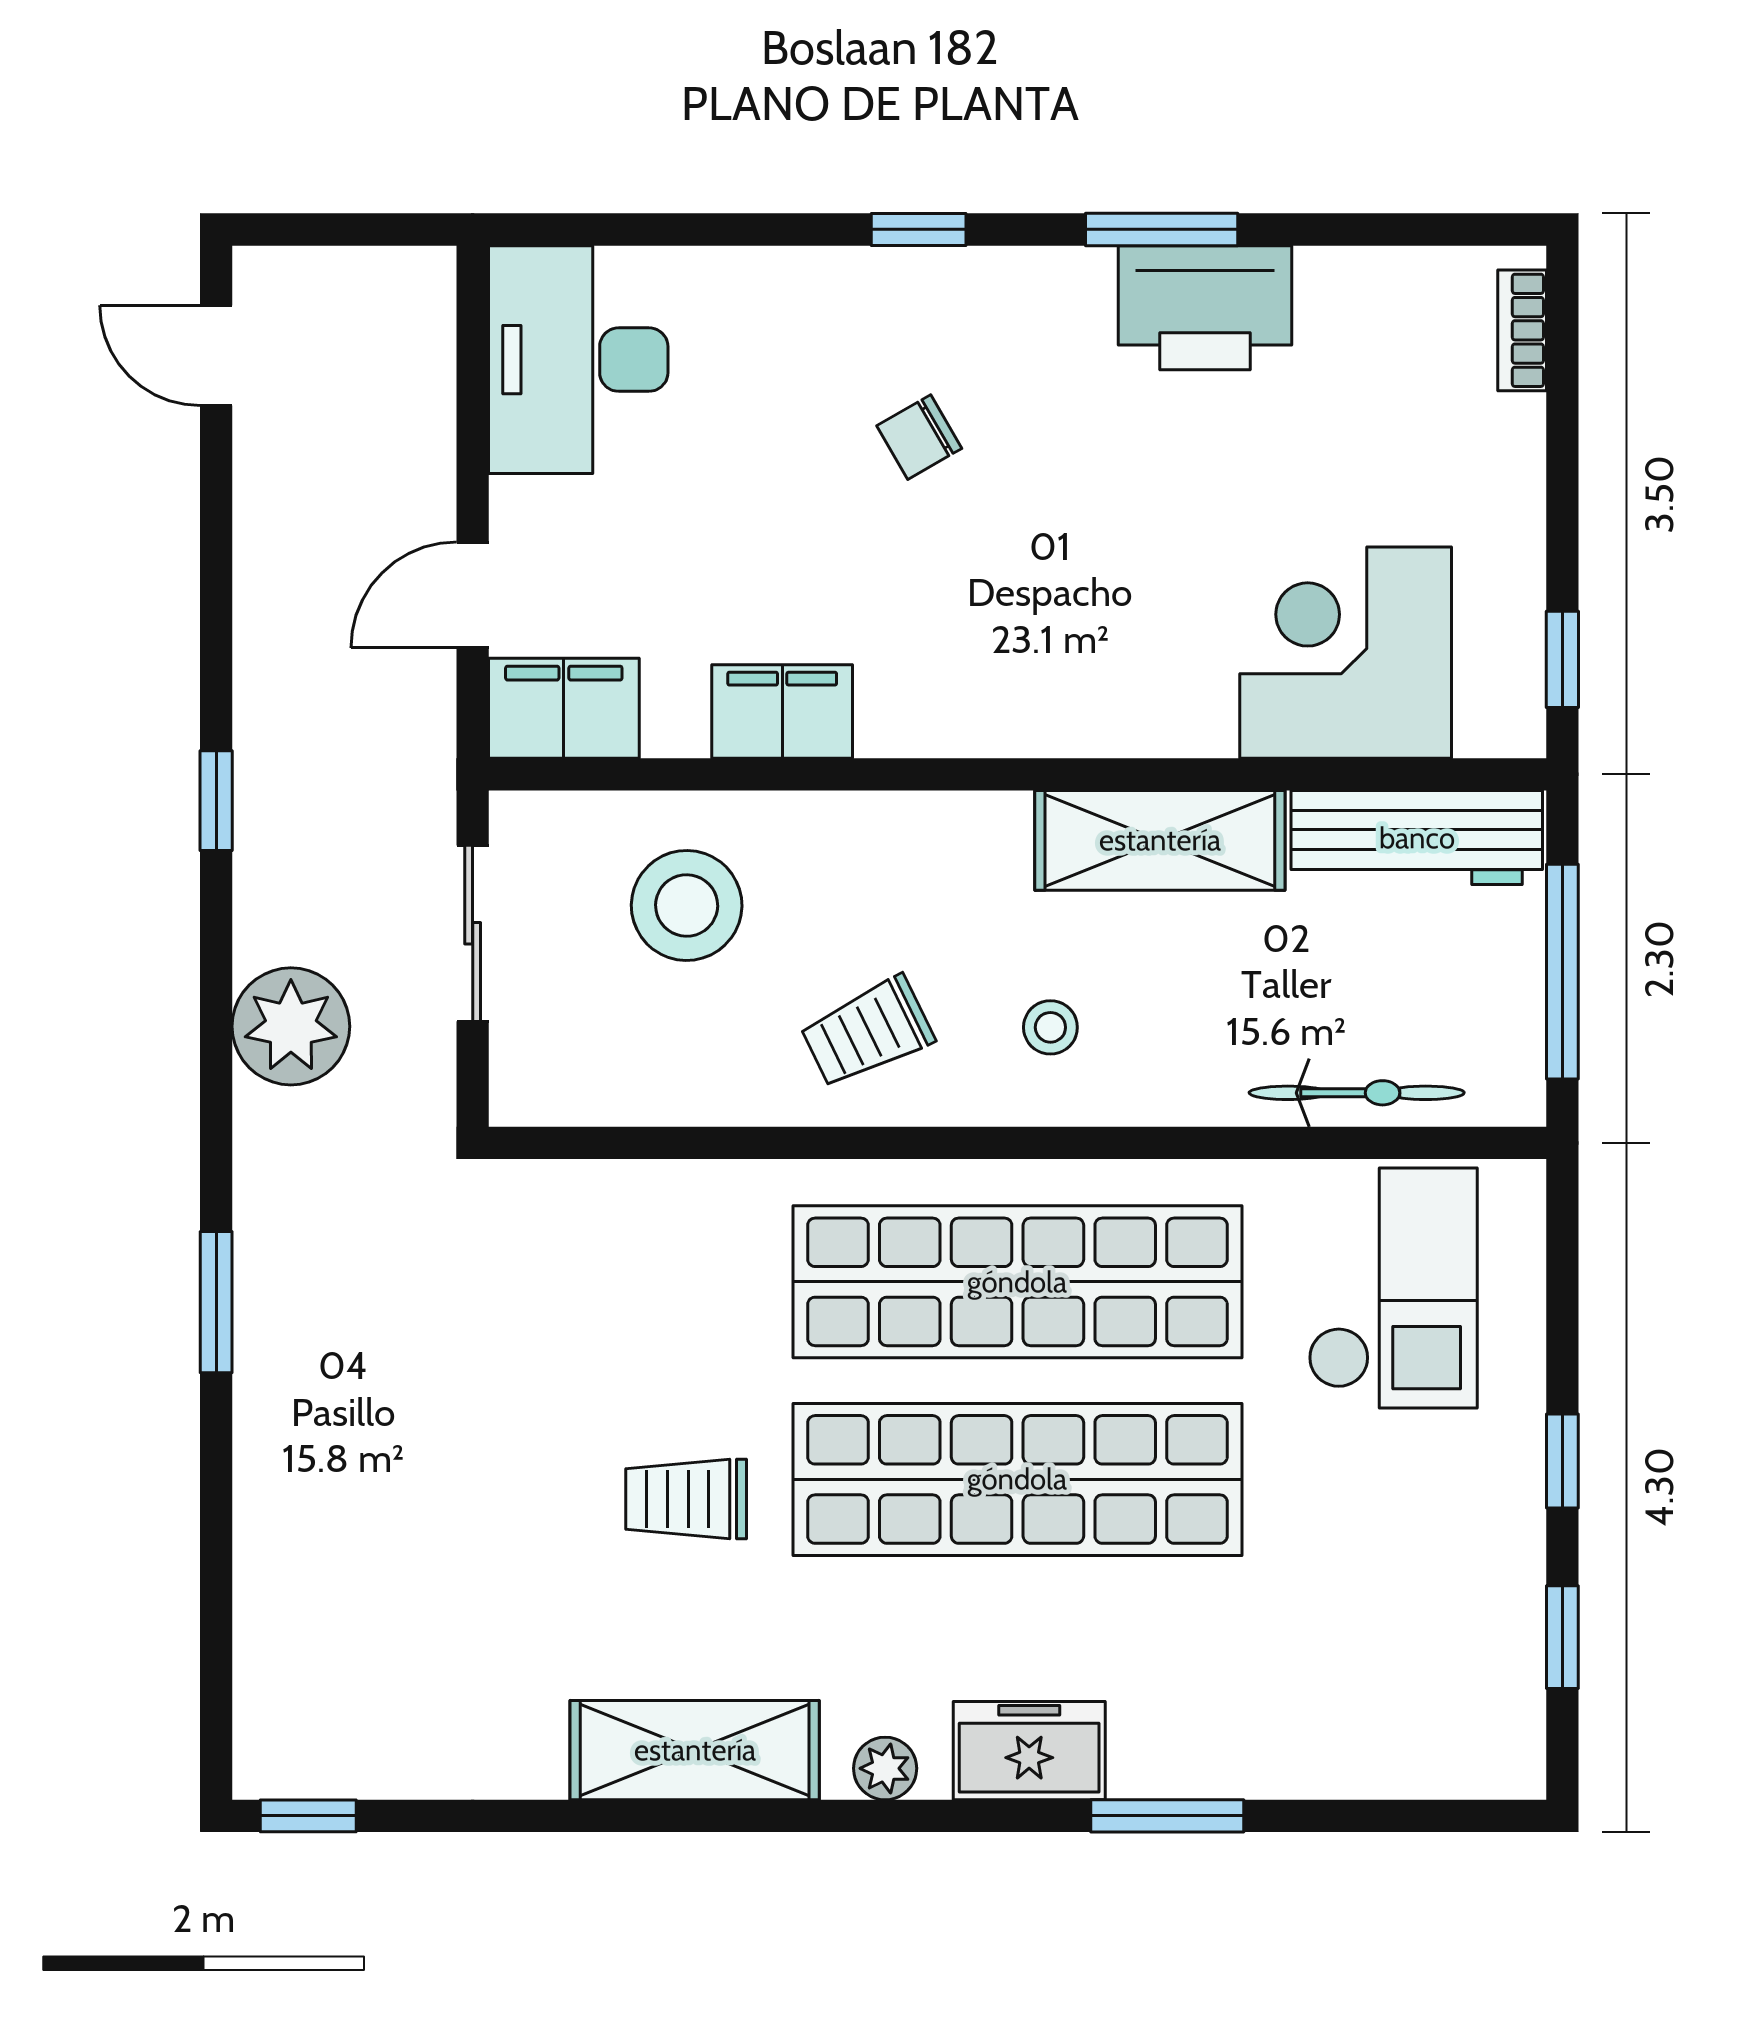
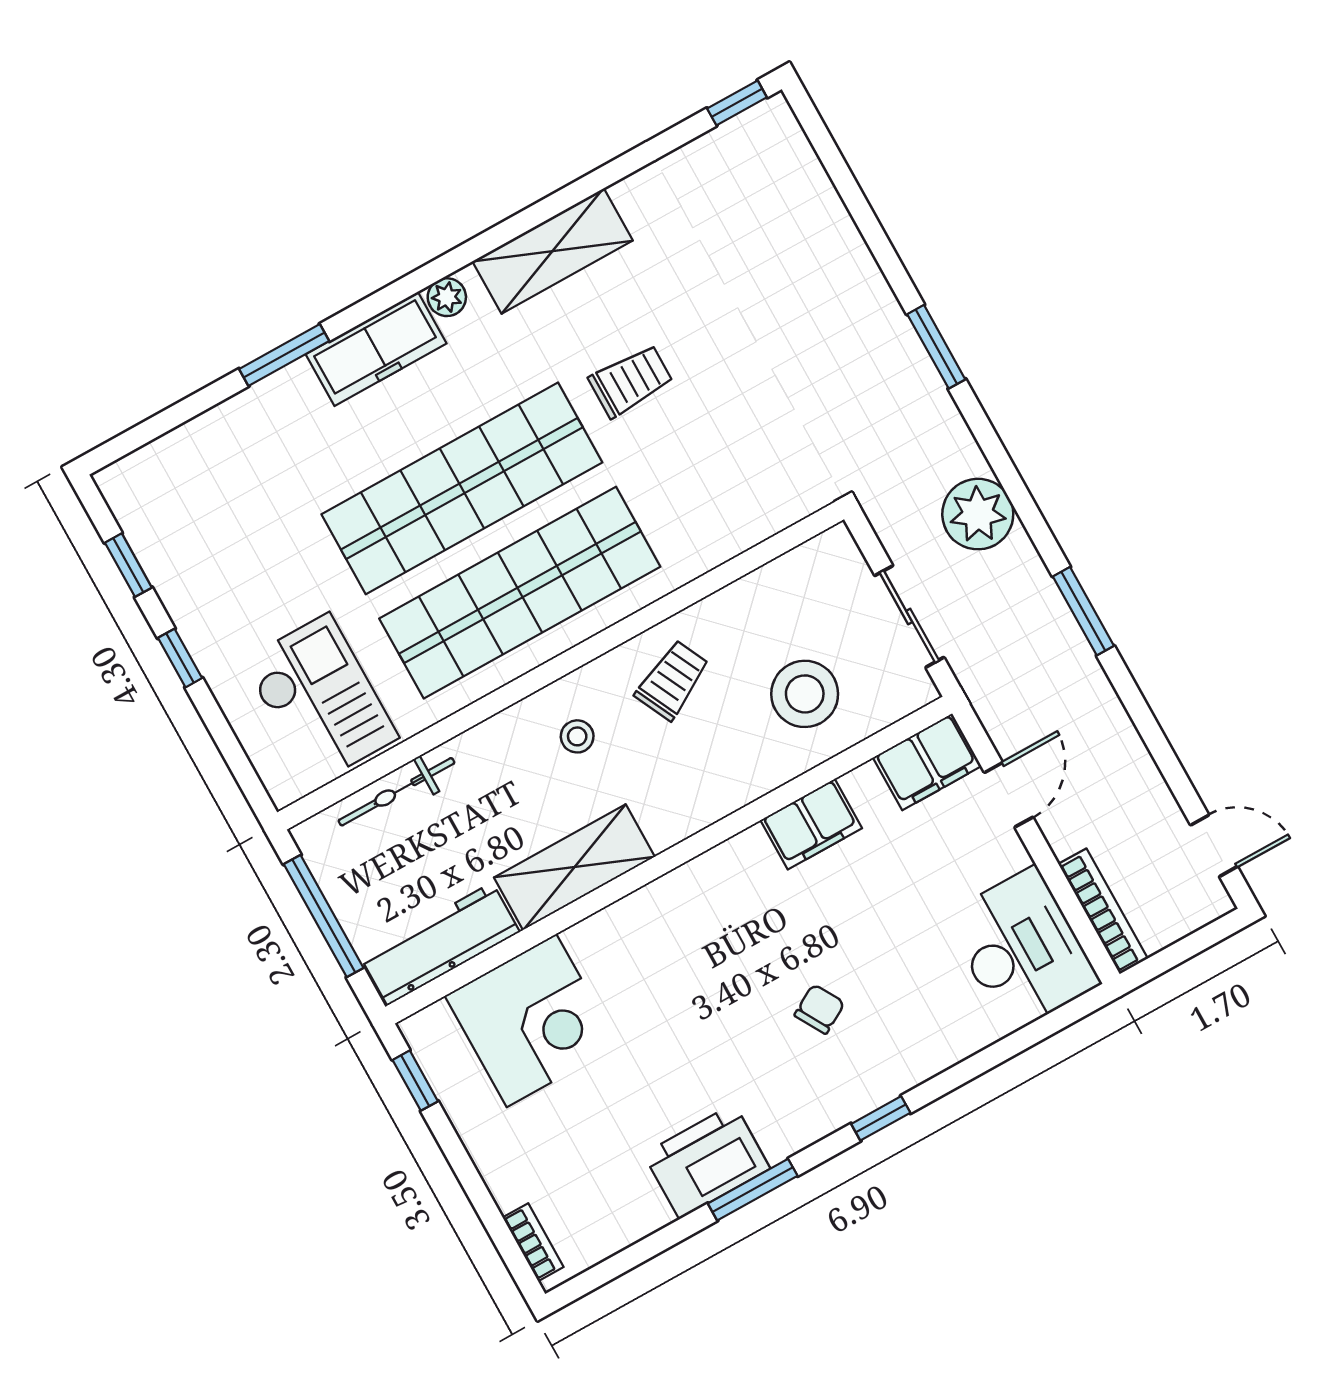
bookcase: (430, 350) -> (1103, 911), added
window: (216, 801) -> (1083, 611), width x1.50
checkout: (1393, 1288) -> (320, 699), turned 180
freezer: (1029, 1751) -> (376, 349), width x1.40

